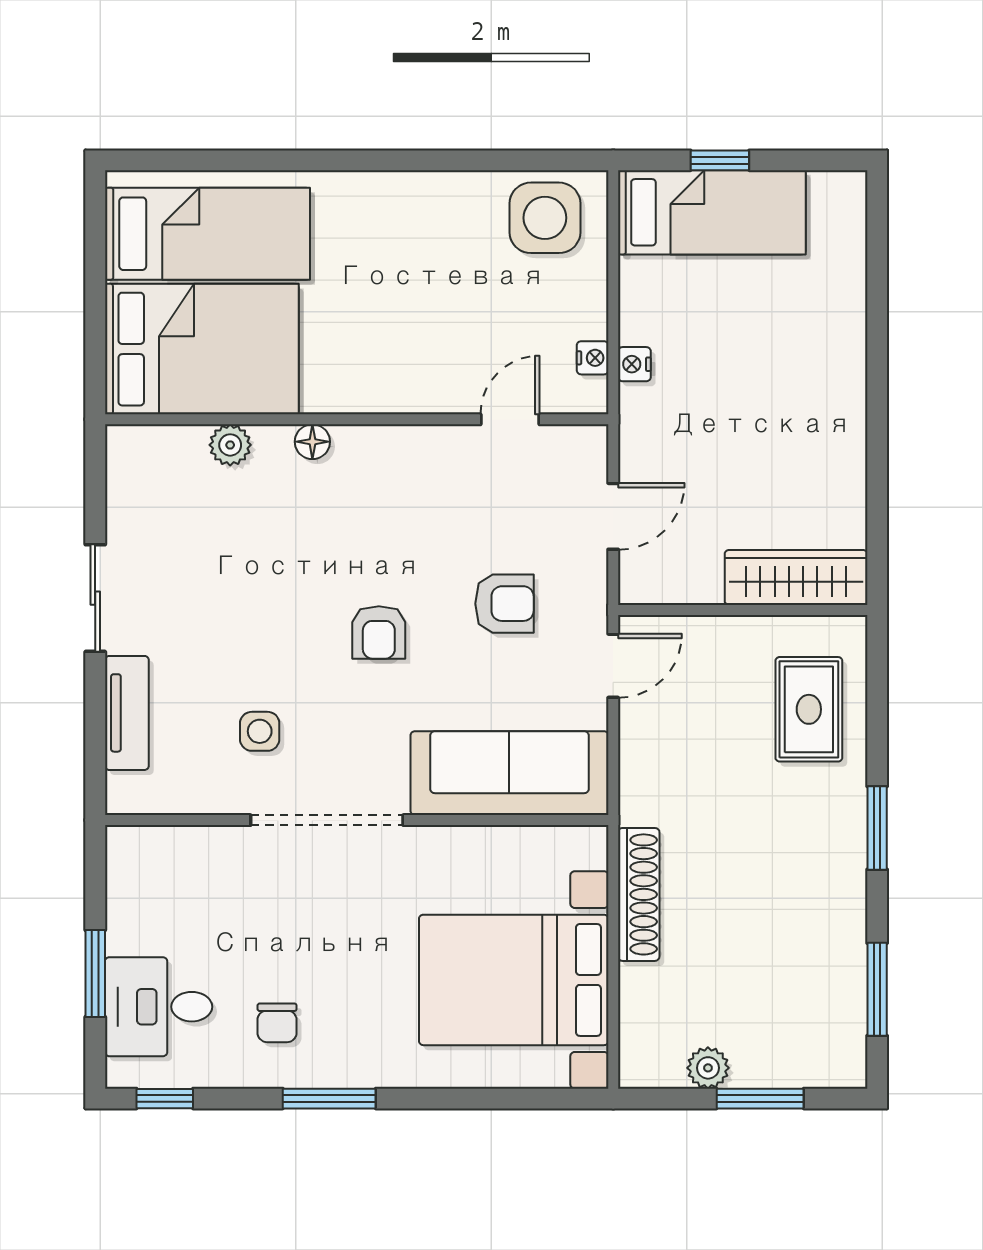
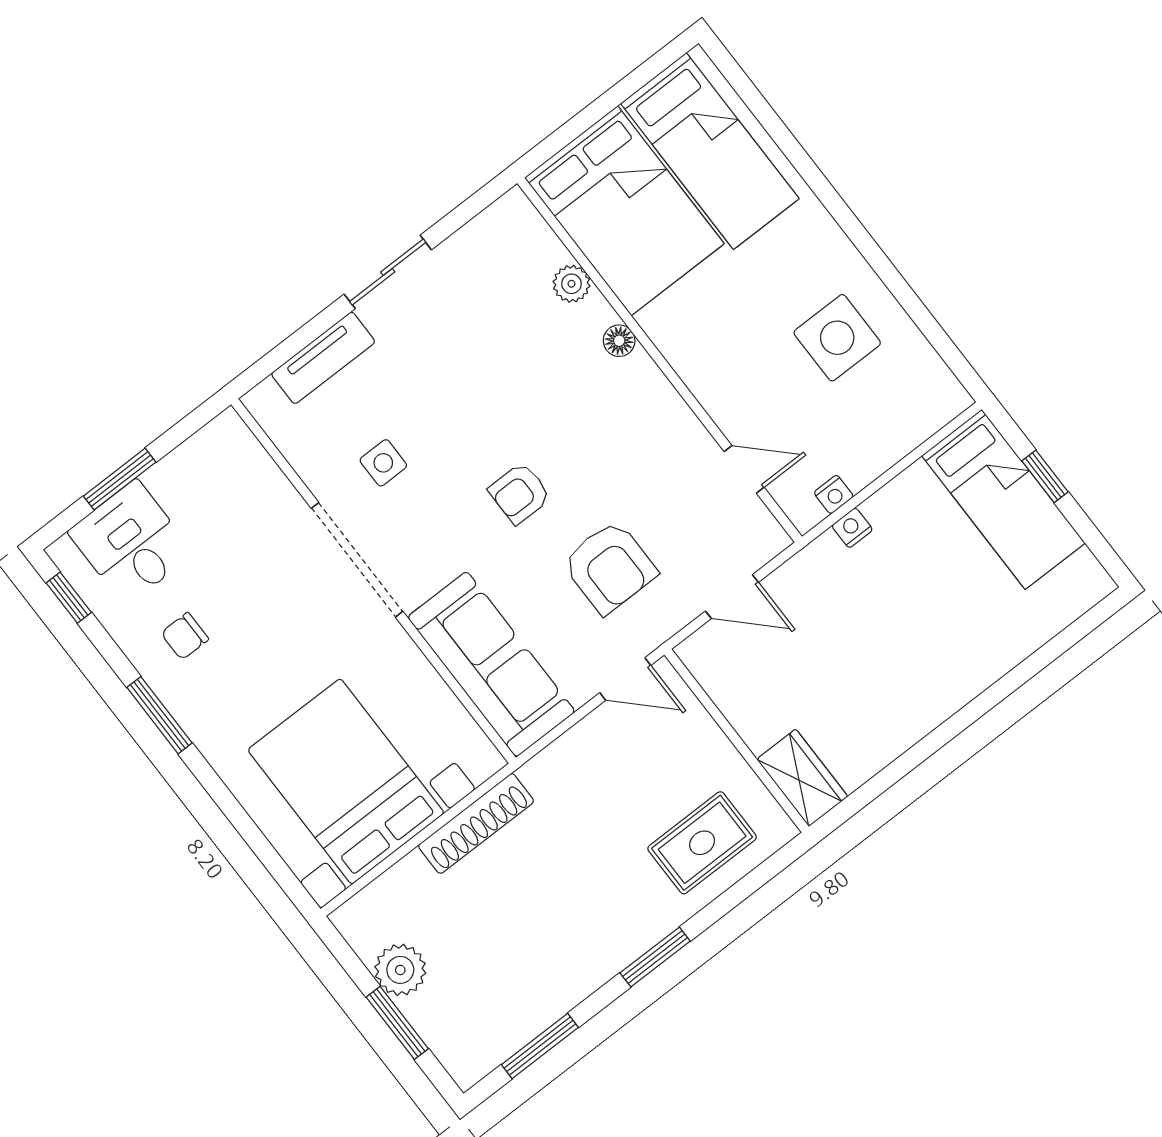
side table: (545, 218) -> (837, 338), moved
wardrobe: (796, 577) -> (802, 778), width x0.67
armchair: (504, 604) -> (610, 567), width x1.38, depth x1.38
plant: (708, 1068) -> (400, 970), width x1.38, depth x1.38

